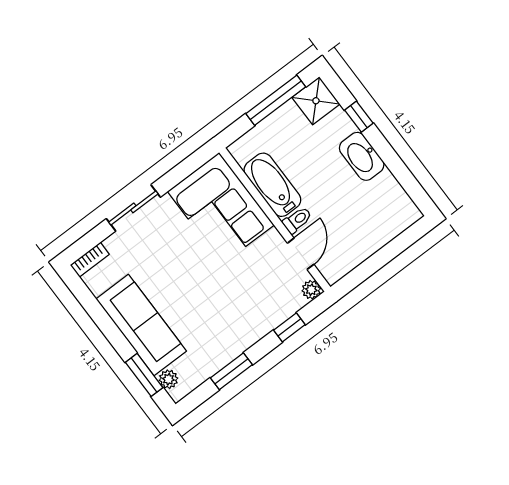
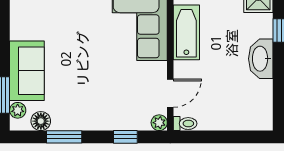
toilet: (297, 220) -> (185, 124), moved
sofa: (141, 325) -> (27, 71), width x0.73
floor lamp: (198, 373) -> (41, 121), added

